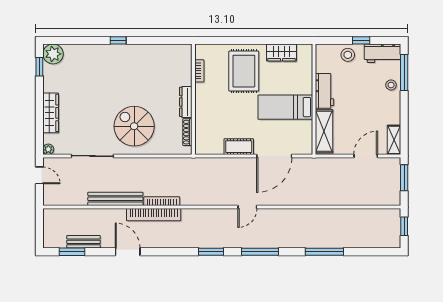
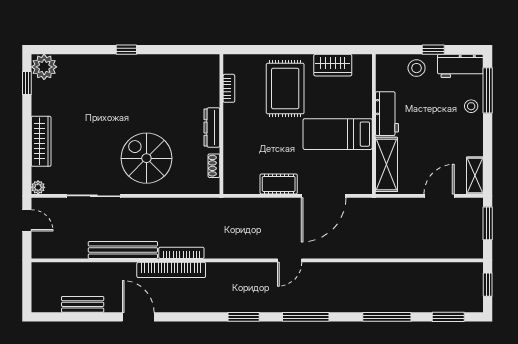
shoe rack: (187, 132) -> (214, 166), width x0.70
window: (72, 252) -> (448, 317), moved

